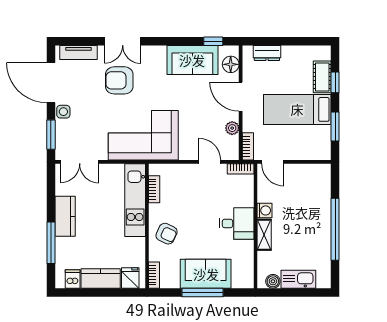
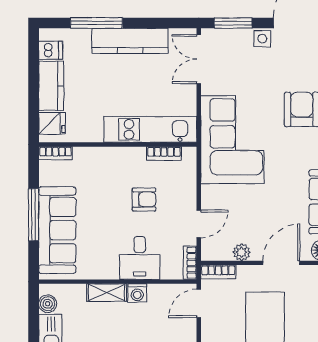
kitchen counter: (65, 216) -> (130, 41), width x1.50
desk: (237, 223) -> (140, 258), moved
armchair: (167, 234) -> (144, 199), moved, turned -115
sofa: (206, 274) -> (57, 230), width x1.36

